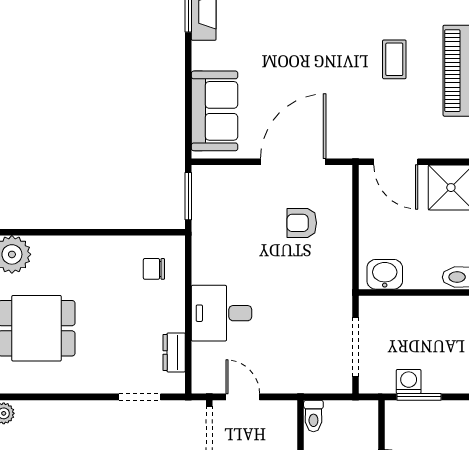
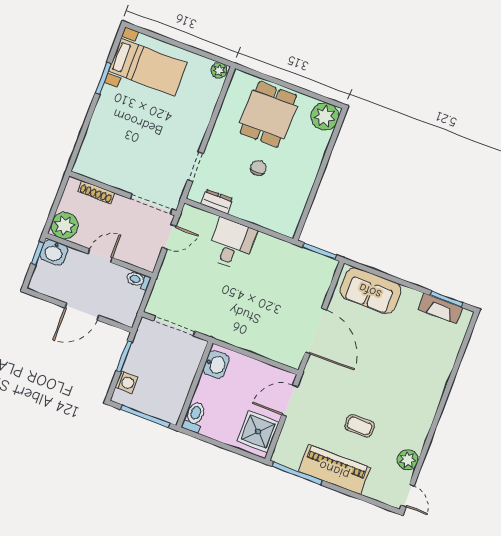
armchair: (302, 223) -> (272, 321), removed
chair: (154, 269) -> (258, 168), moved
washing machine: (409, 382) -> (126, 382), moved

